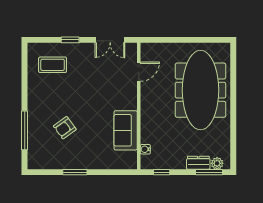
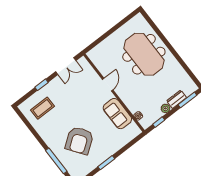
door: (139, 72) -> (108, 85), moved
meeting table: (201, 90) -> (144, 54), width x0.73
armchair: (65, 128) -> (79, 140), width x1.88, depth x1.88
plant: (217, 163) -> (165, 108), moved

